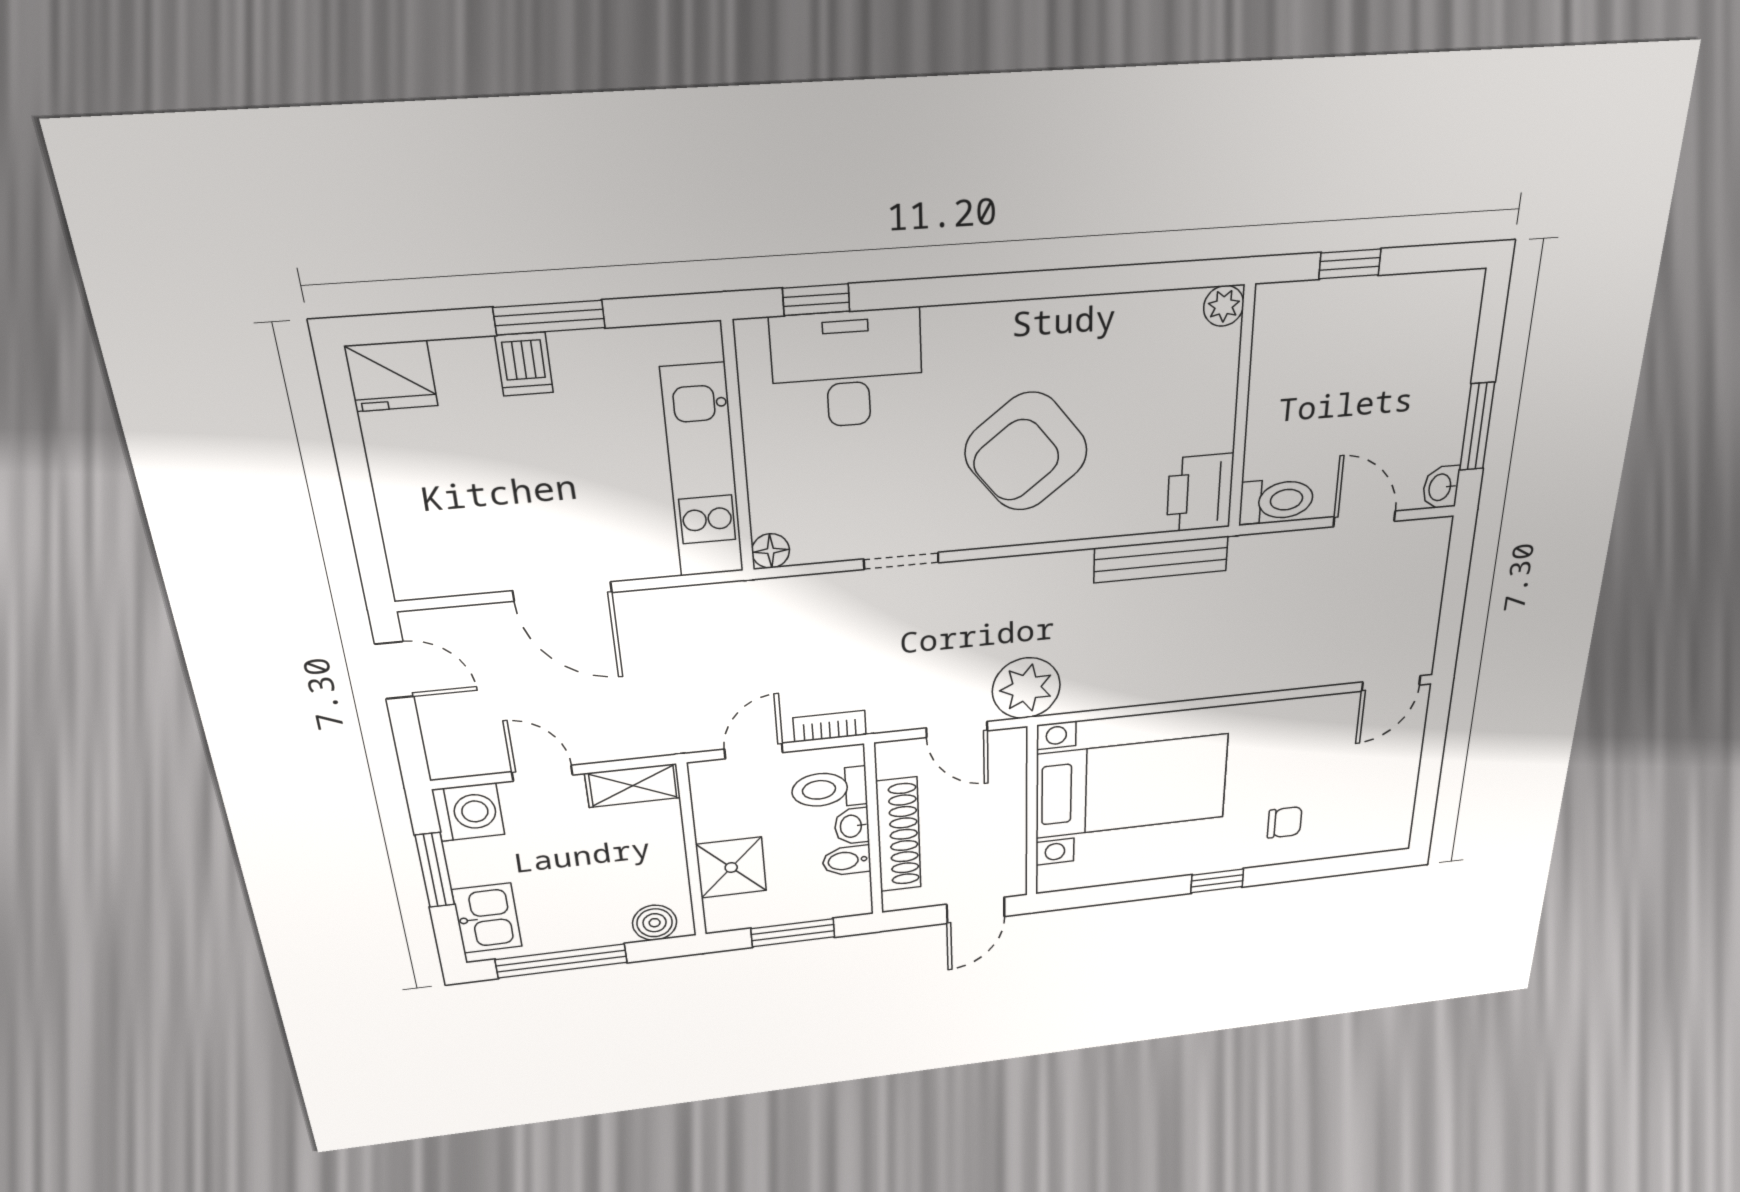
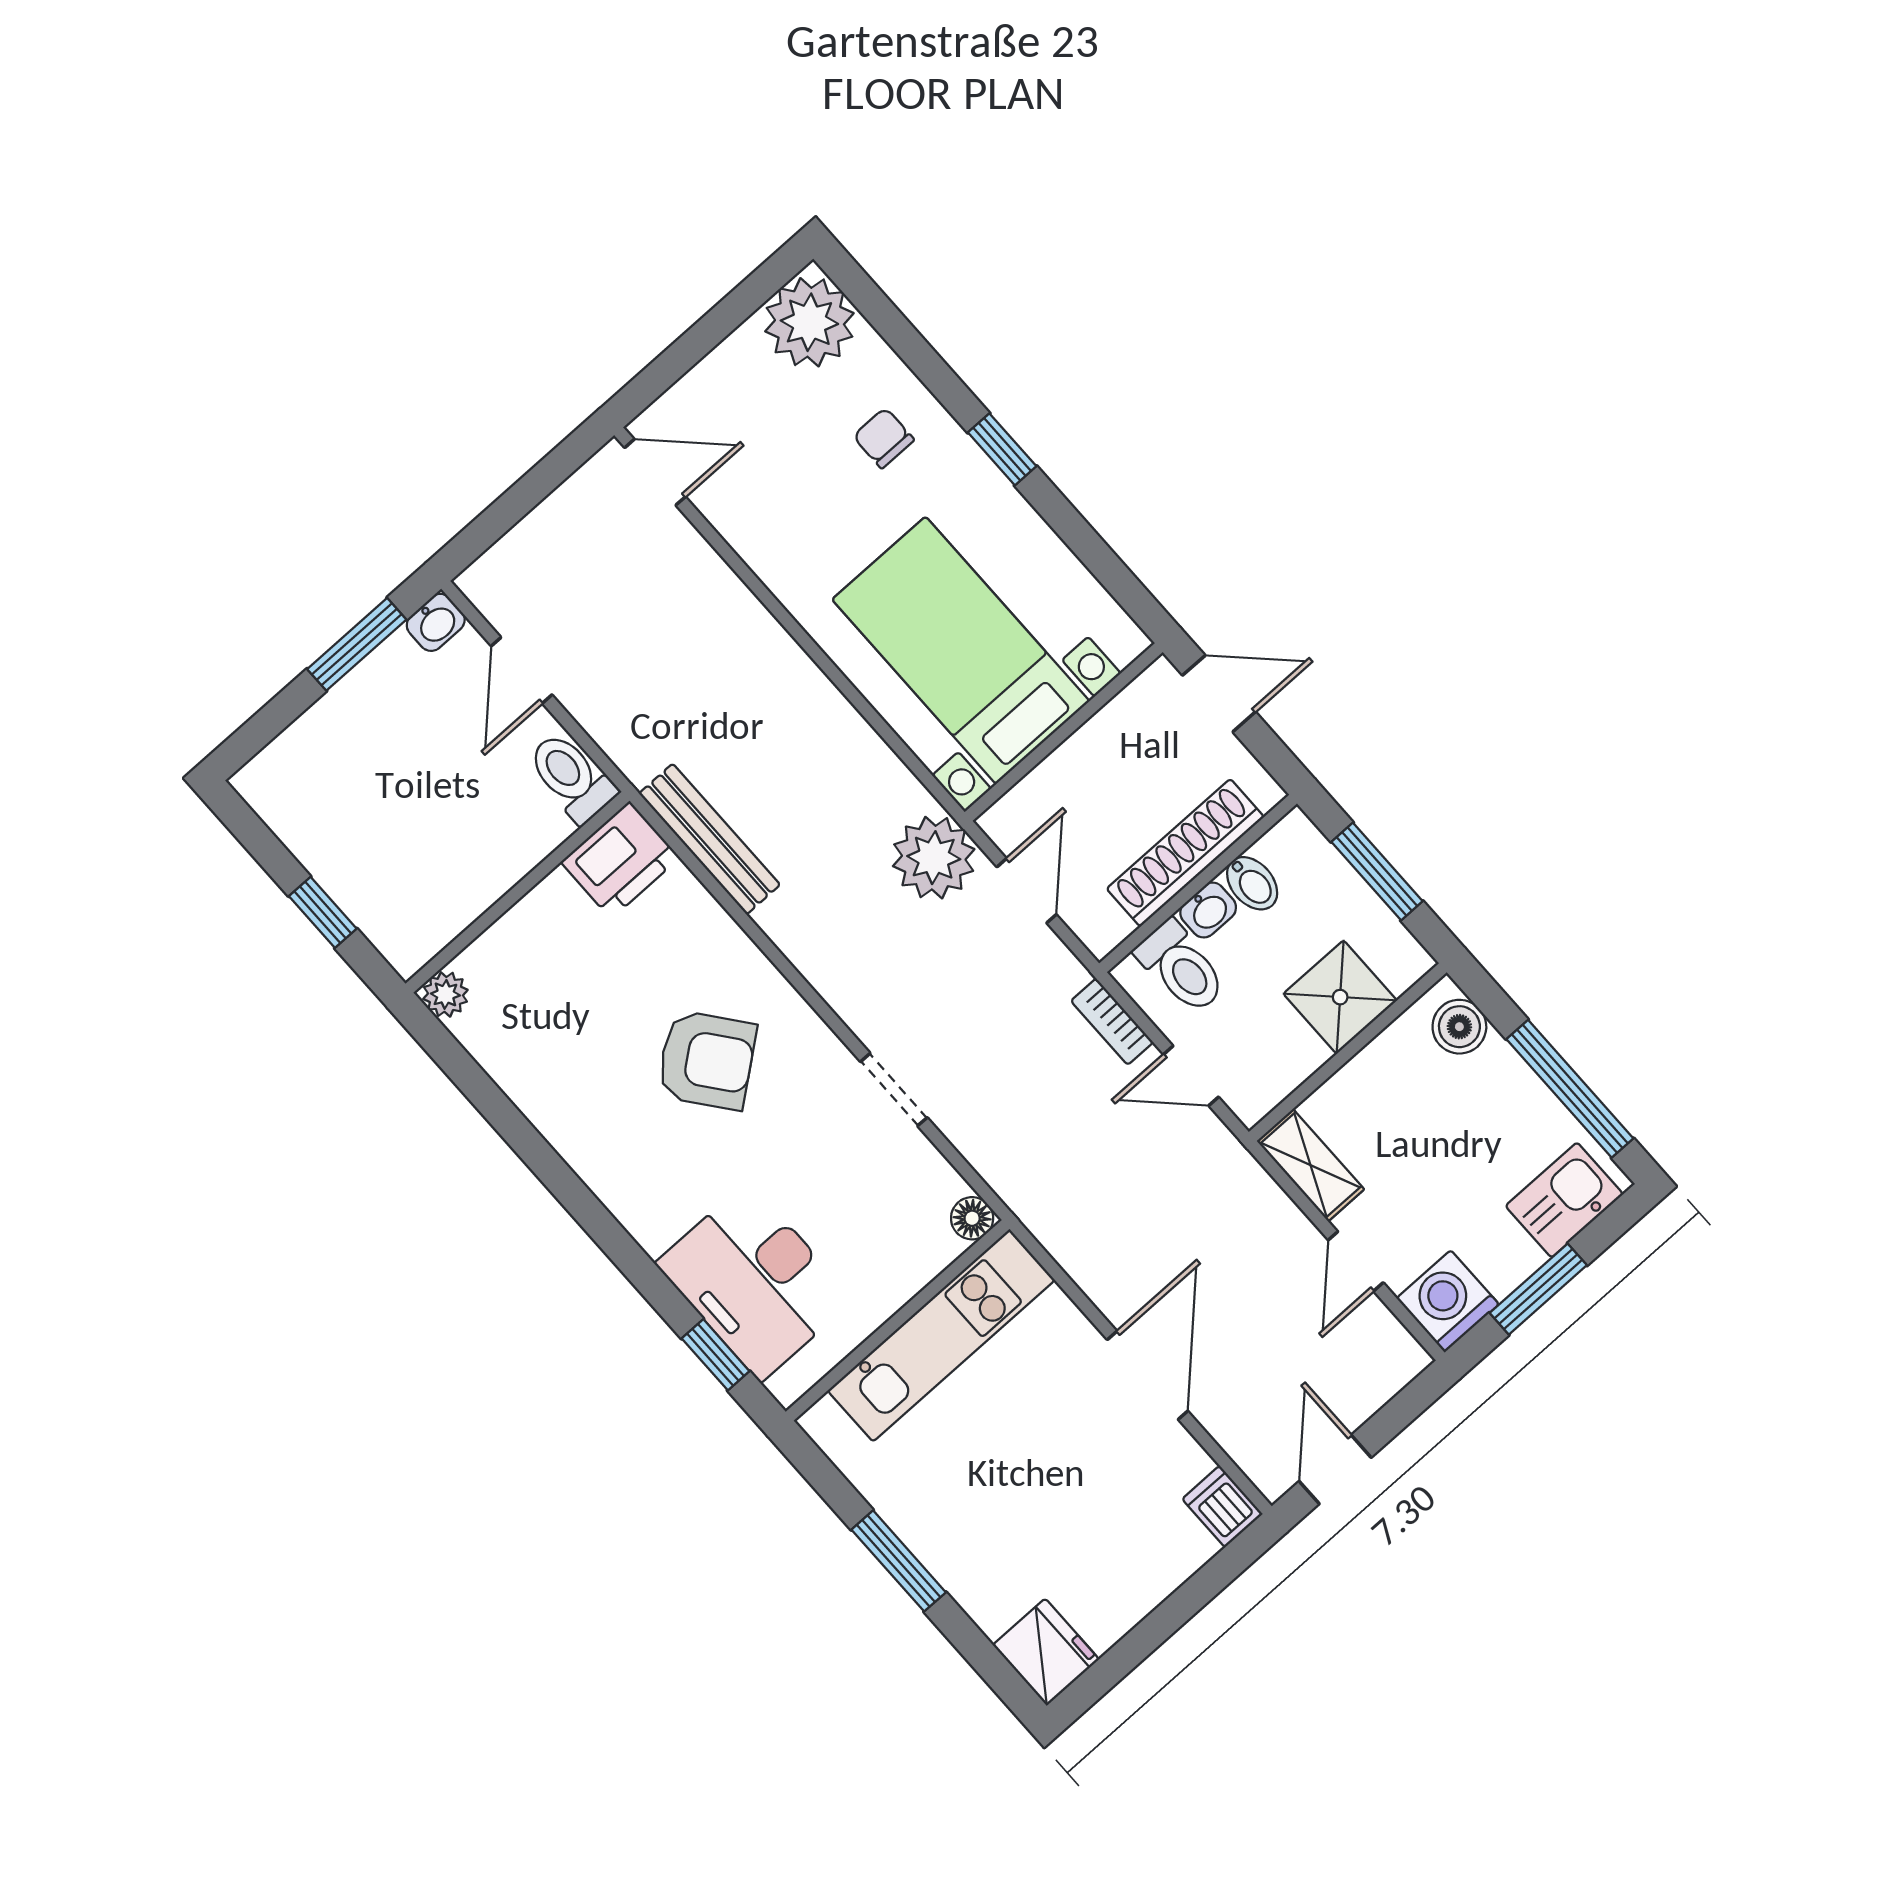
dishwasher: (524, 364) -> (1222, 1507), moved, turned -90
armchair: (1026, 452) -> (707, 1060), width x0.73, depth x0.73
plant: (1381, 824) -> (809, 322), added

